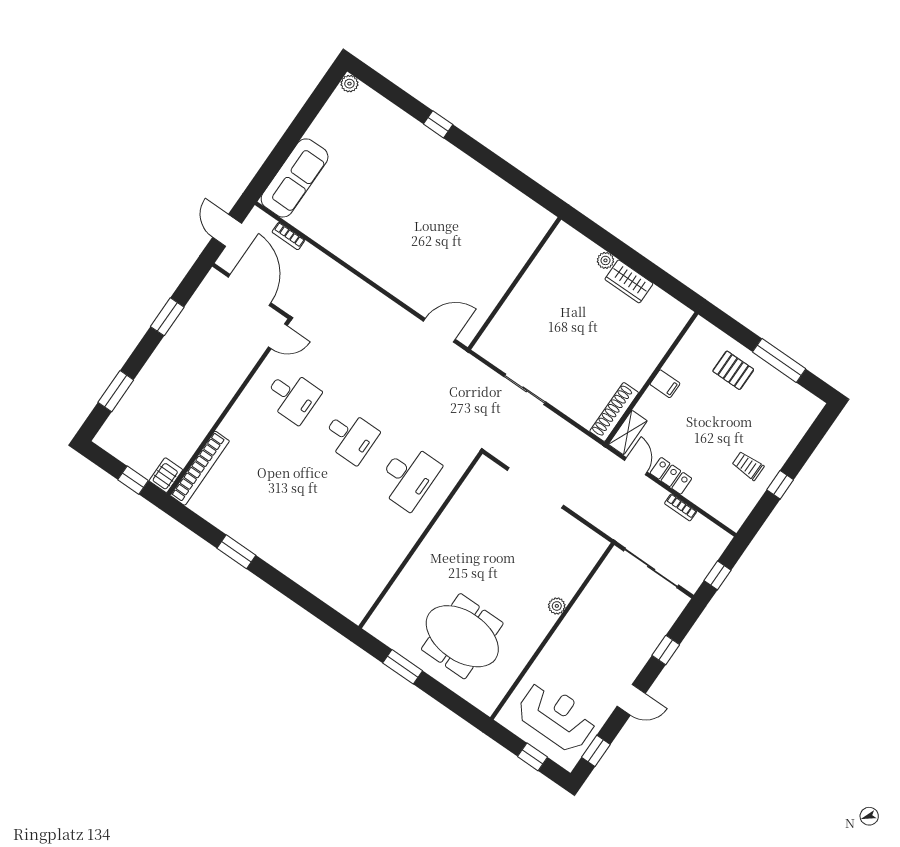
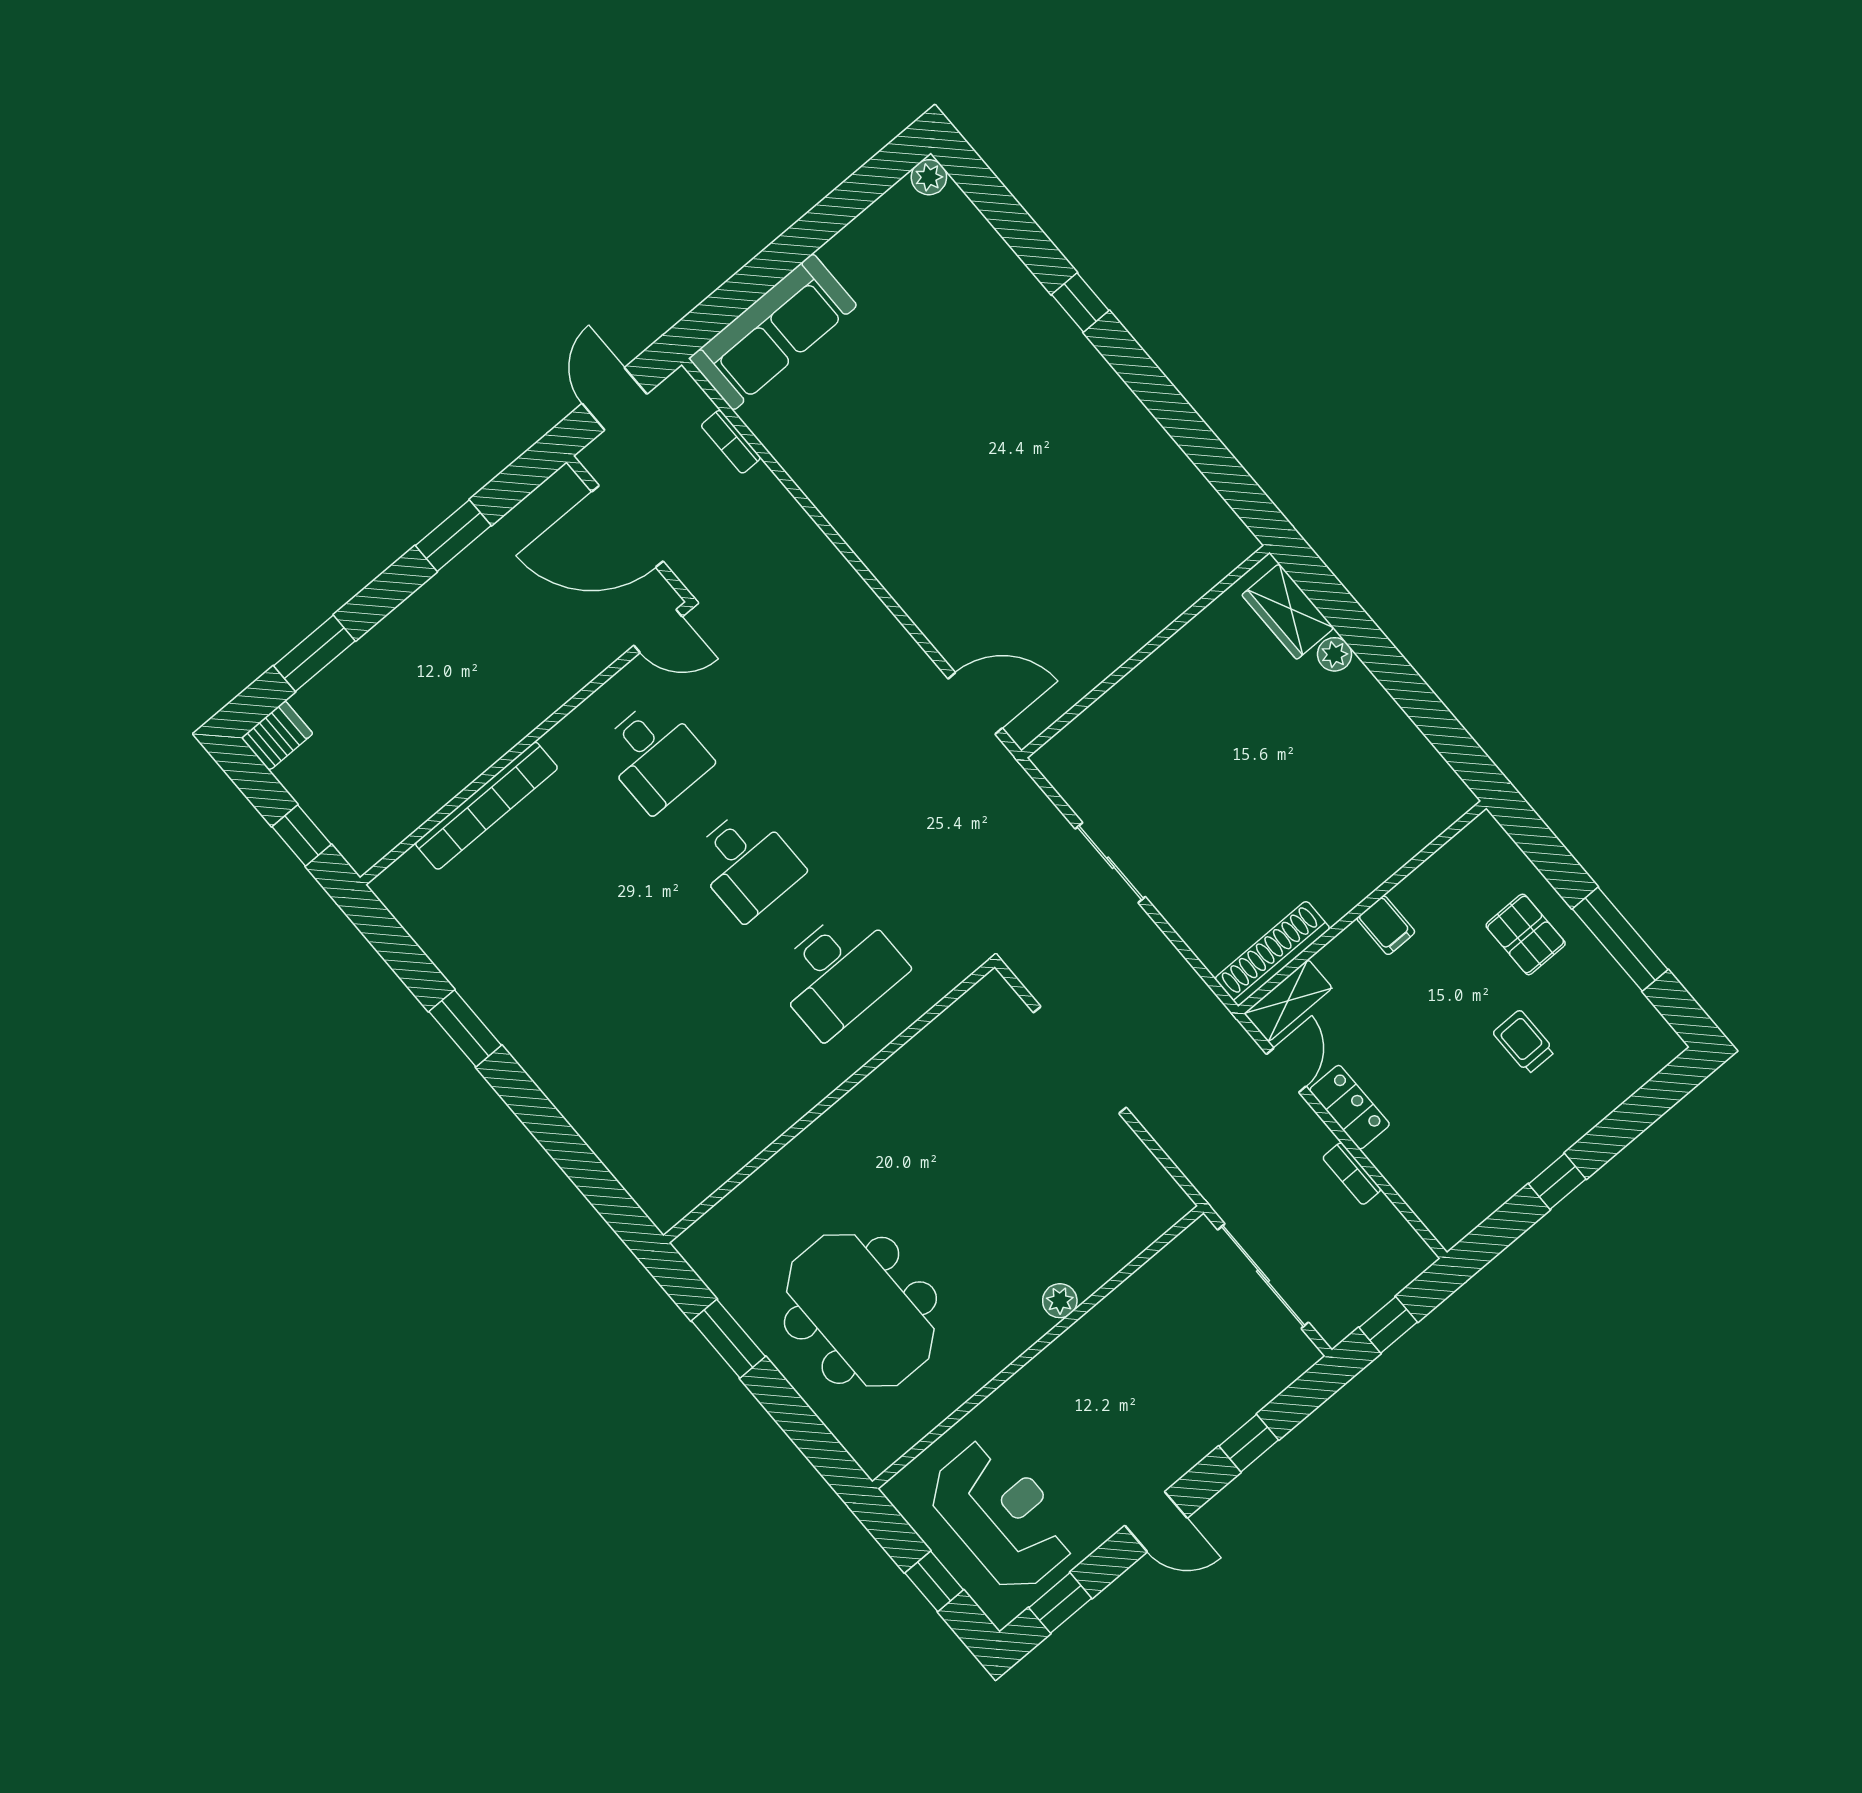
wardrobe: (629, 281) -> (1288, 612), moved
door: (250, 290) -> (627, 526), swing flipped
trolley: (748, 466) -> (1524, 1042), moved
bookcase: (200, 468) -> (486, 806), moved
server rack: (166, 475) -> (277, 736), moved

